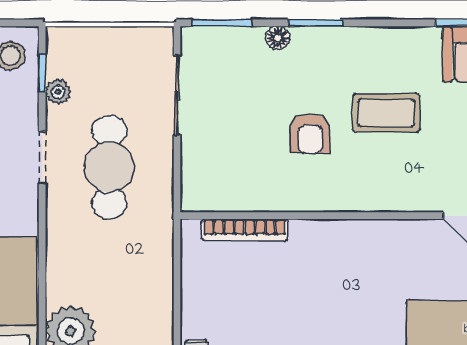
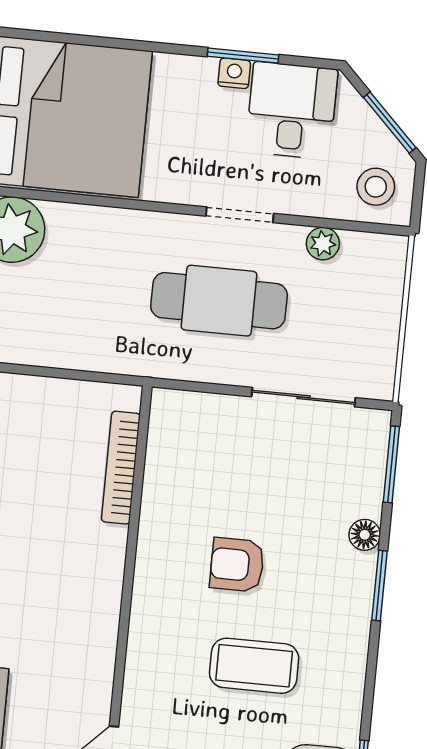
window: (42, 73) -> (349, 225), removed
coffee table: (386, 113) -> (254, 666), turned 90

